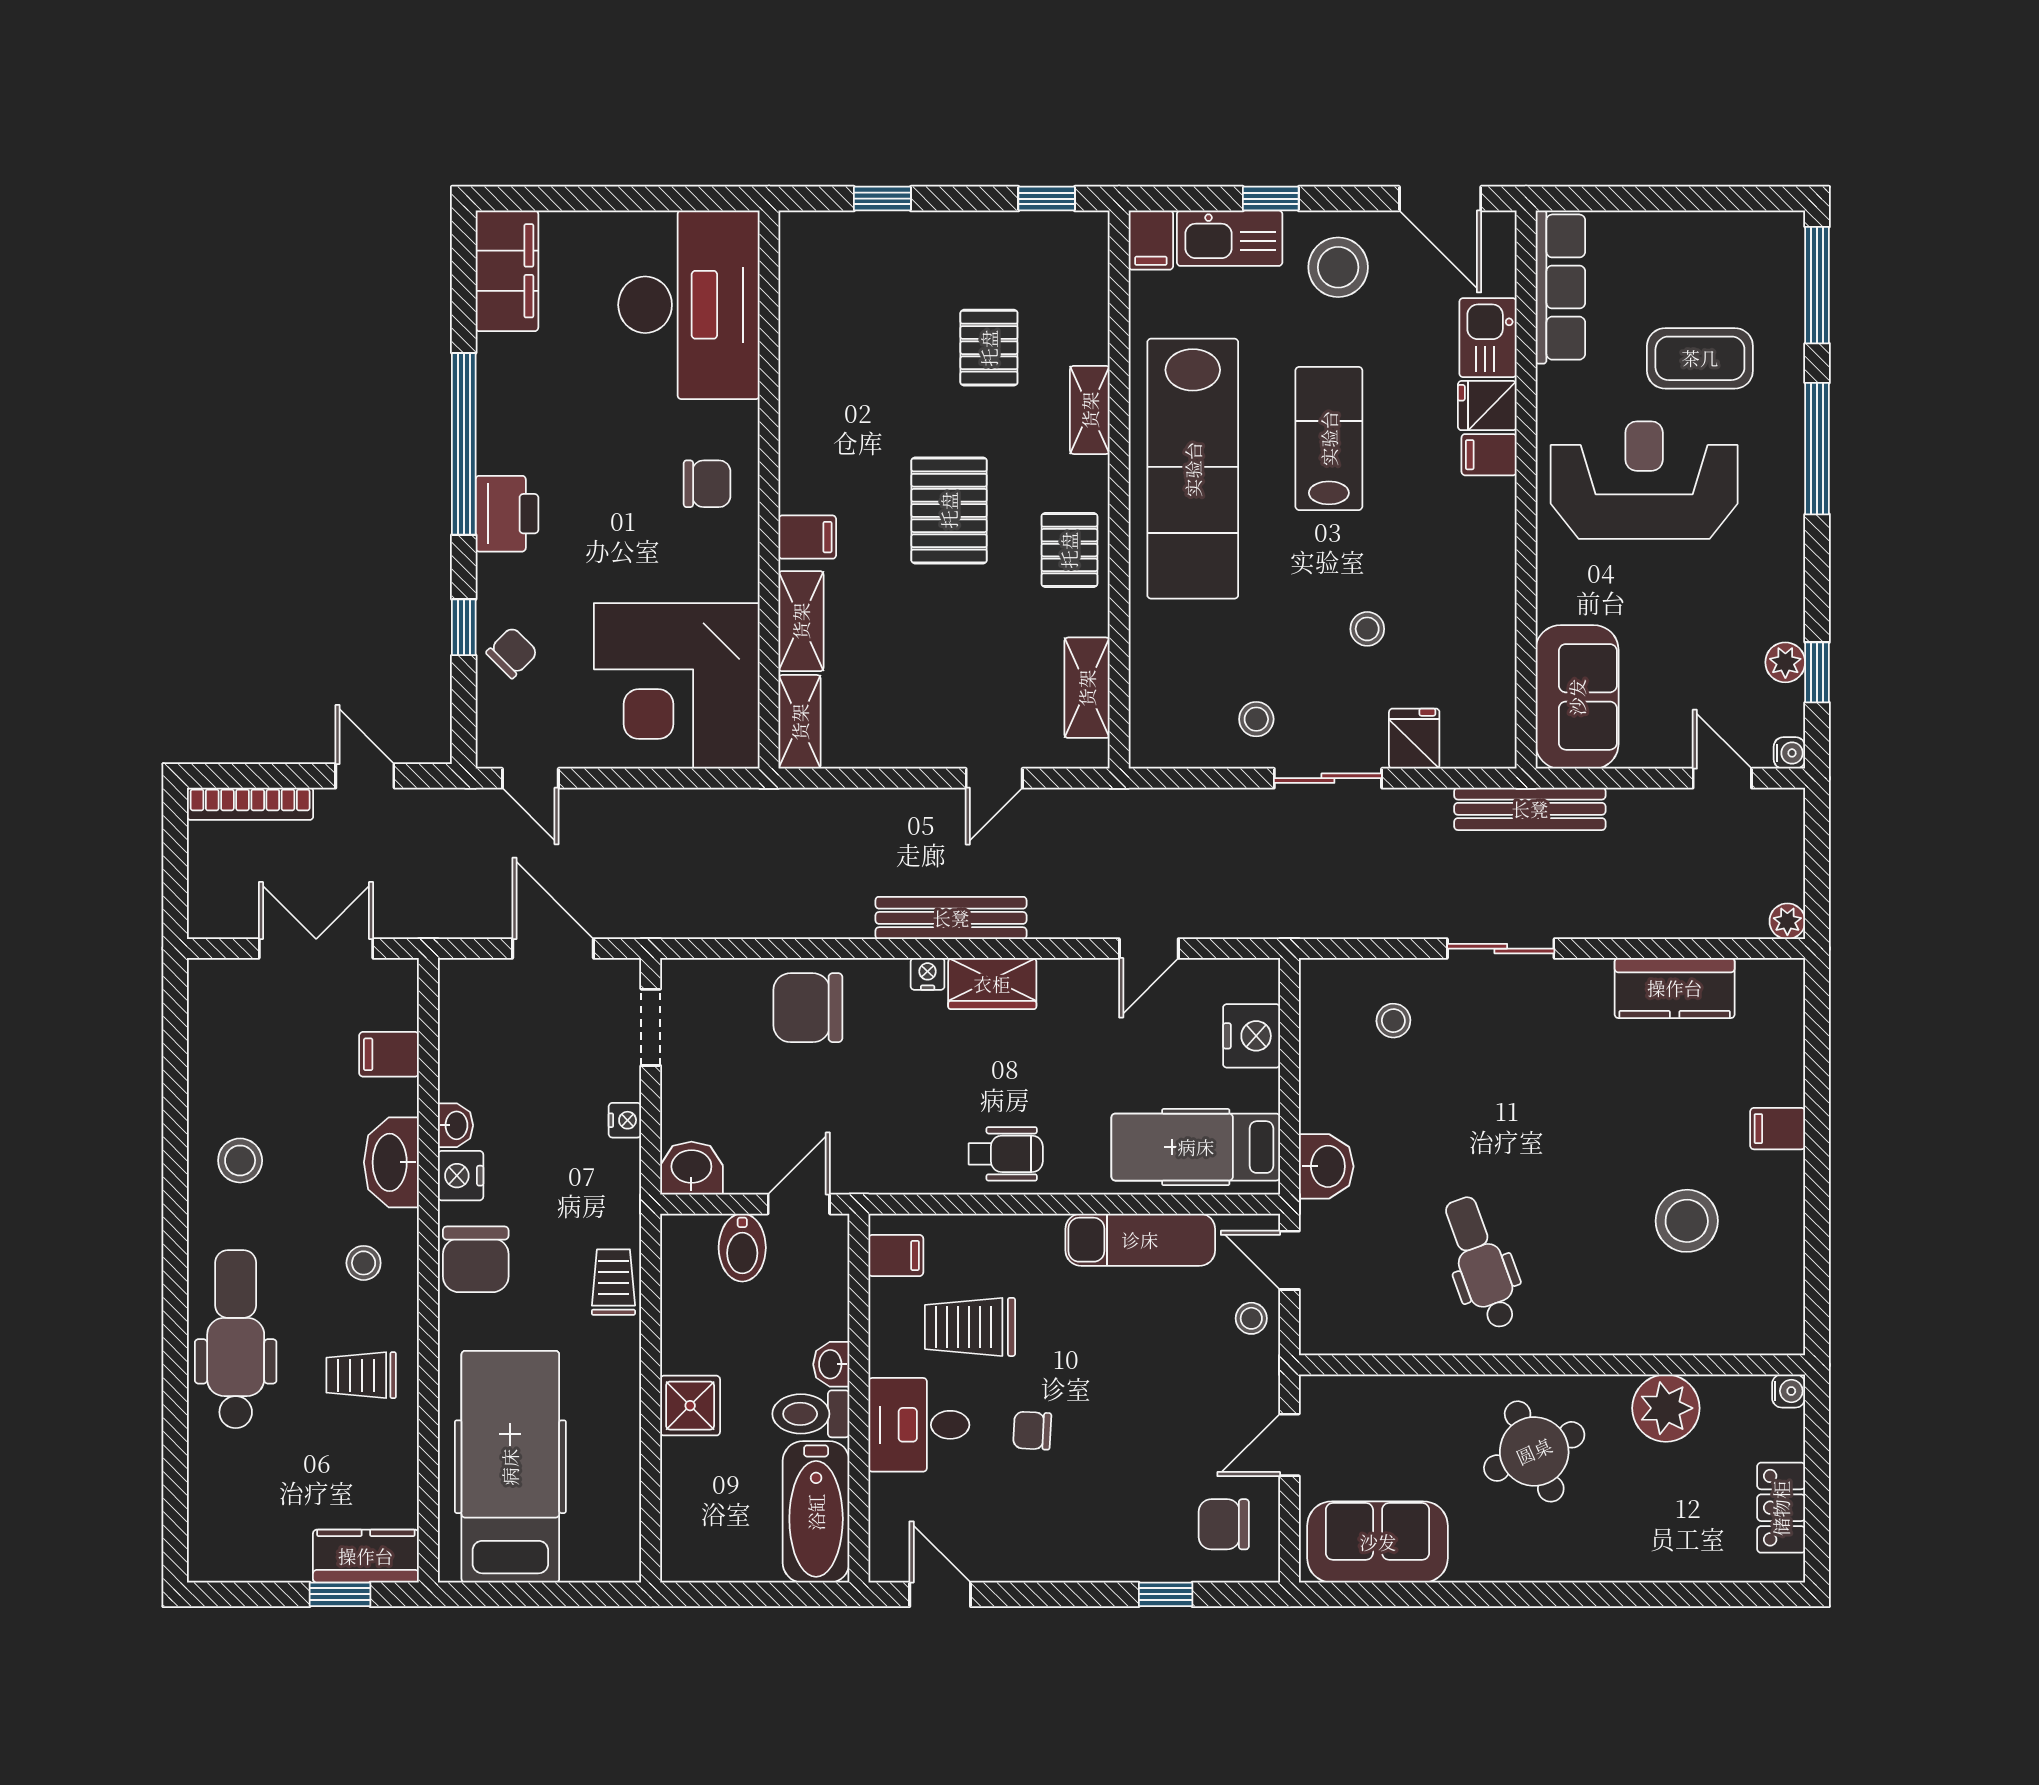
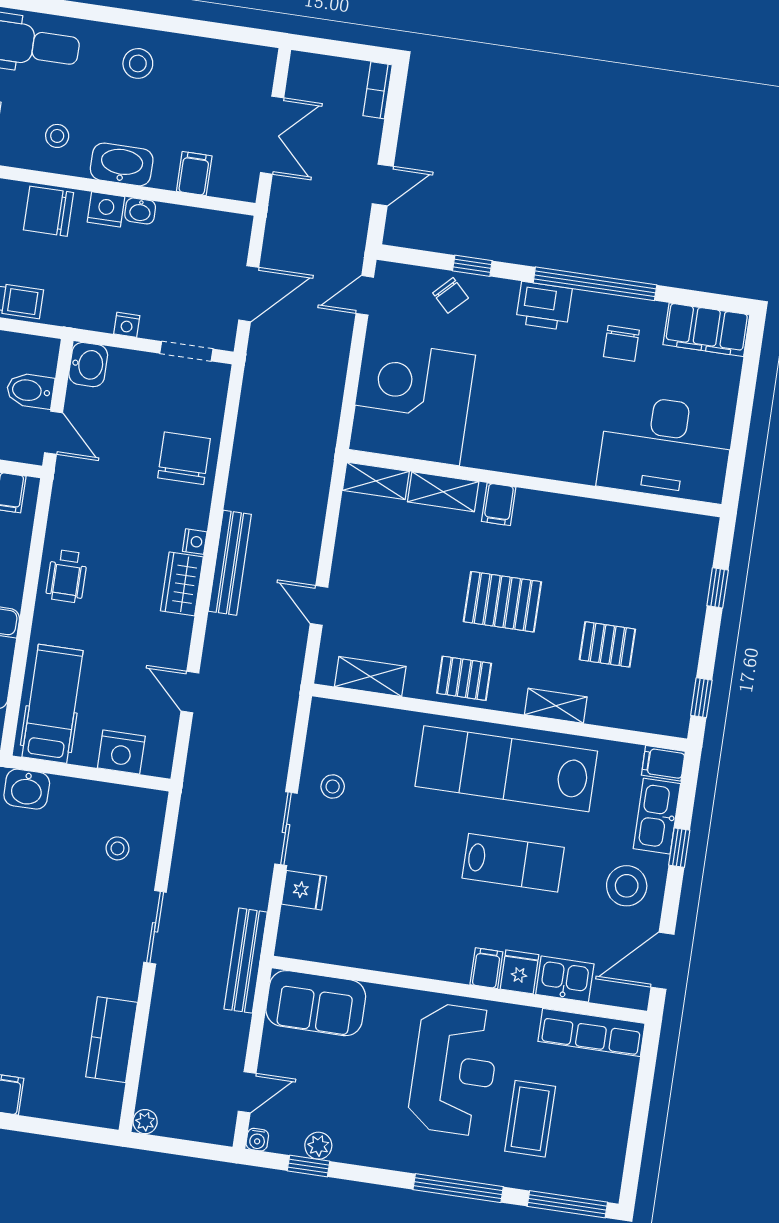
chair: (707, 484) -> (621, 343), moved
stool: (1367, 629) -> (382, 870), removed
bookcase: (250, 804) -> (378, 90), width x0.64

